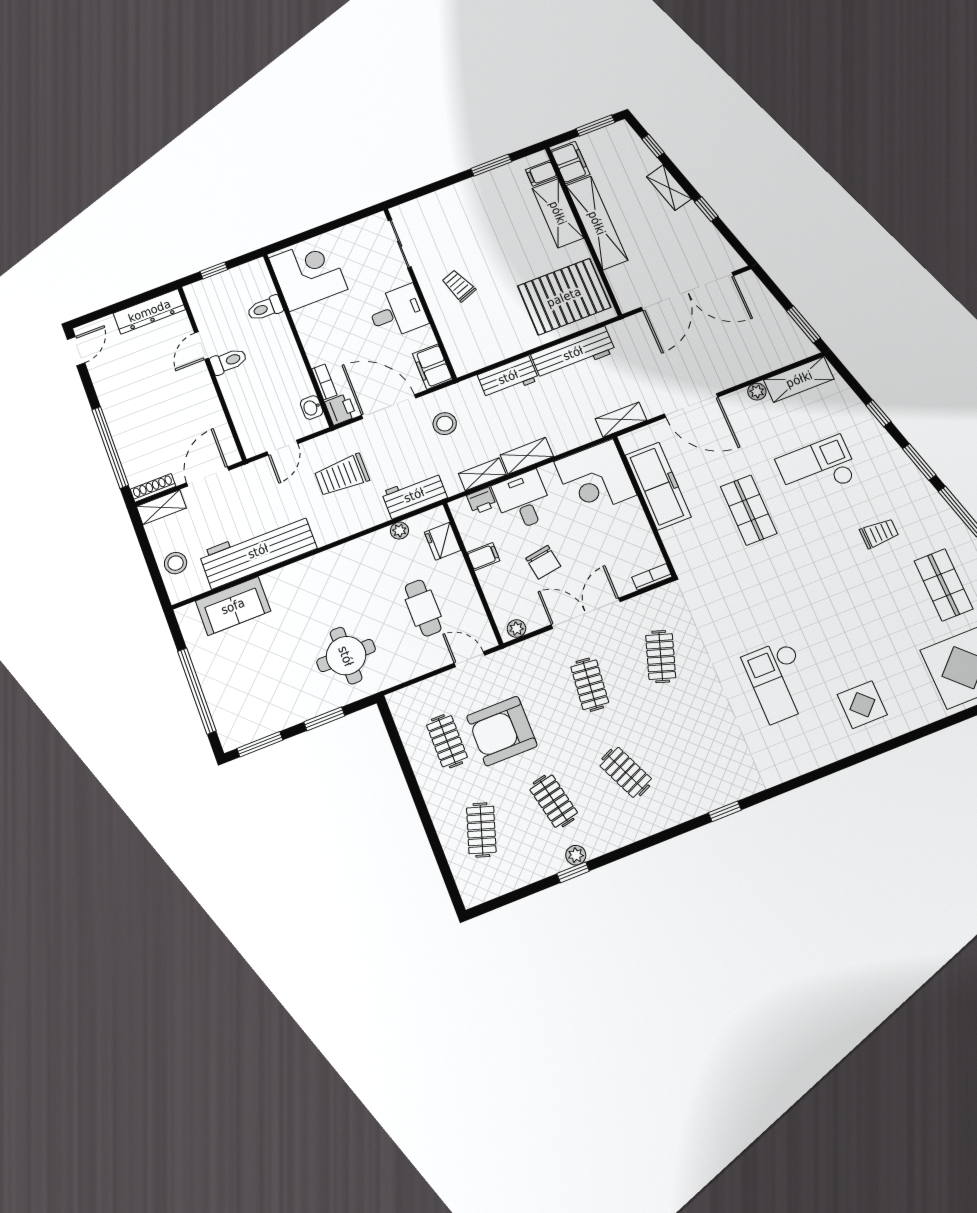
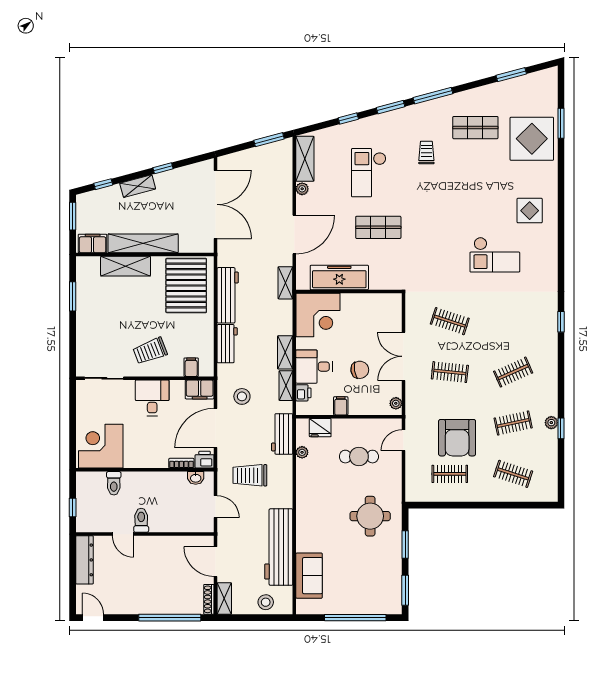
filing cabinet: (541, 173) -> (191, 367), moved, turned 180
trolley: (459, 286) -> (150, 351), width x1.36, depth x1.39
trolley: (342, 475) -> (250, 475), turned 90
bookcase: (652, 577) -> (397, 306), removed

